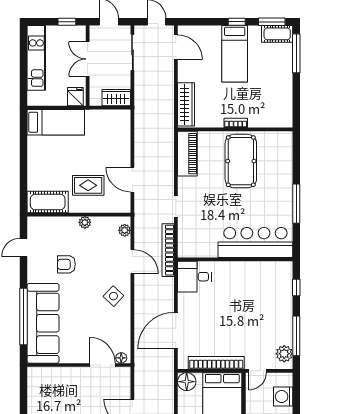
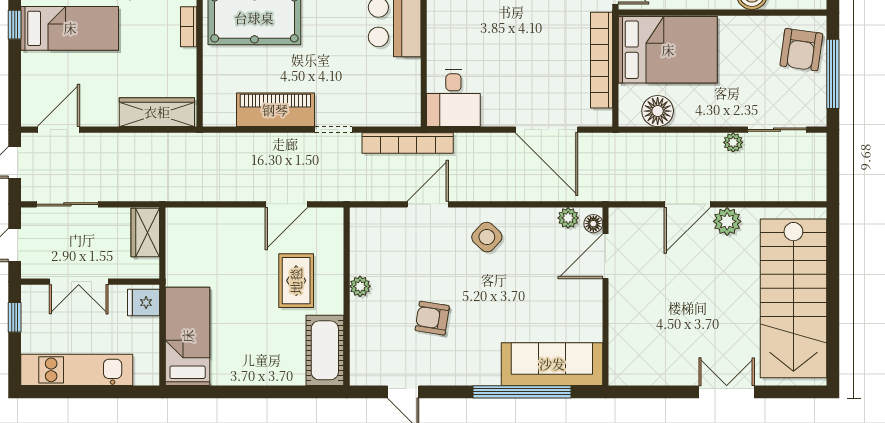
piano: (187, 154) -> (275, 110), moved
plant: (125, 230) -> (568, 218), moved
armchair: (66, 264) -> (432, 318), turned 99
sofa: (43, 323) -> (552, 364), width x0.74, depth x0.79
floor lamp: (187, 382) -> (658, 111), moved

